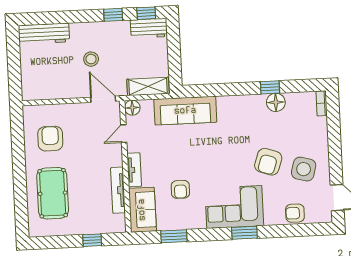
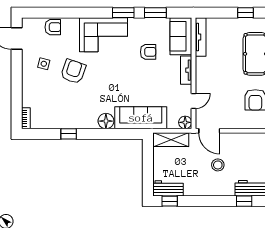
window: (113, 15) -> (244, 201), moved
floor lamp: (276, 102) -> (106, 121), moved
side table: (304, 169) -> (44, 64), width x0.54, depth x0.54
armchair: (180, 189) -> (148, 52), turned 90
tv unit: (118, 190) -> (201, 37), moved
window: (244, 233) -> (123, 13), moved
window: (92, 240) -> (245, 13), moved

